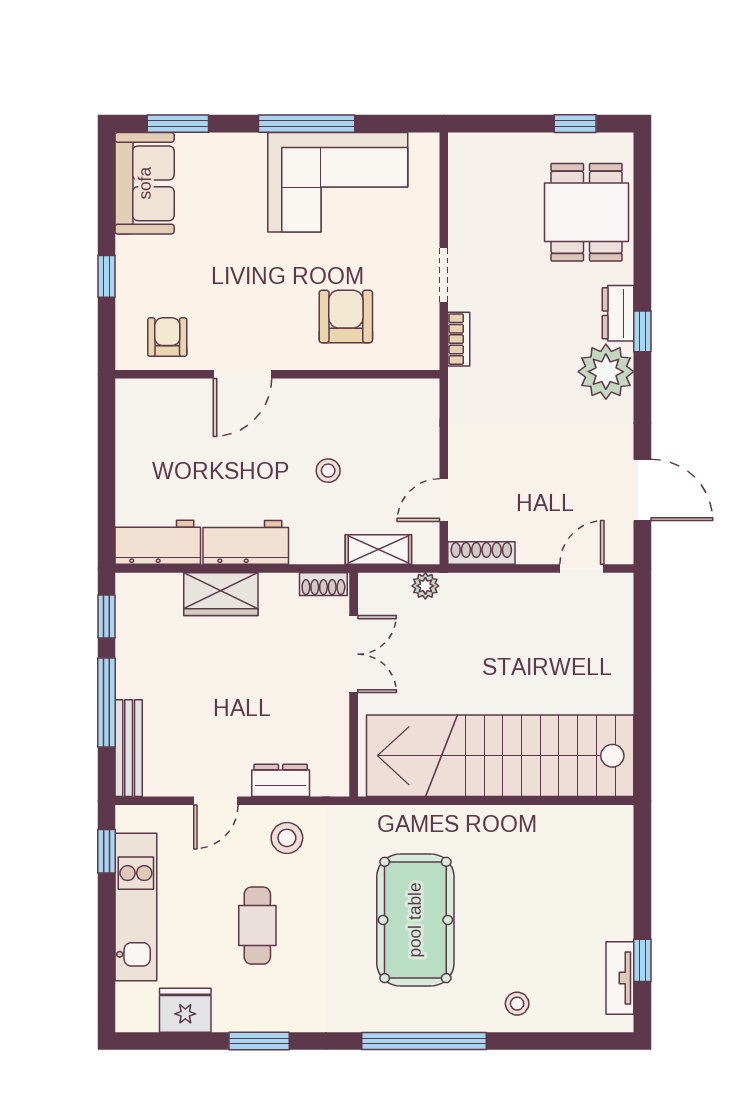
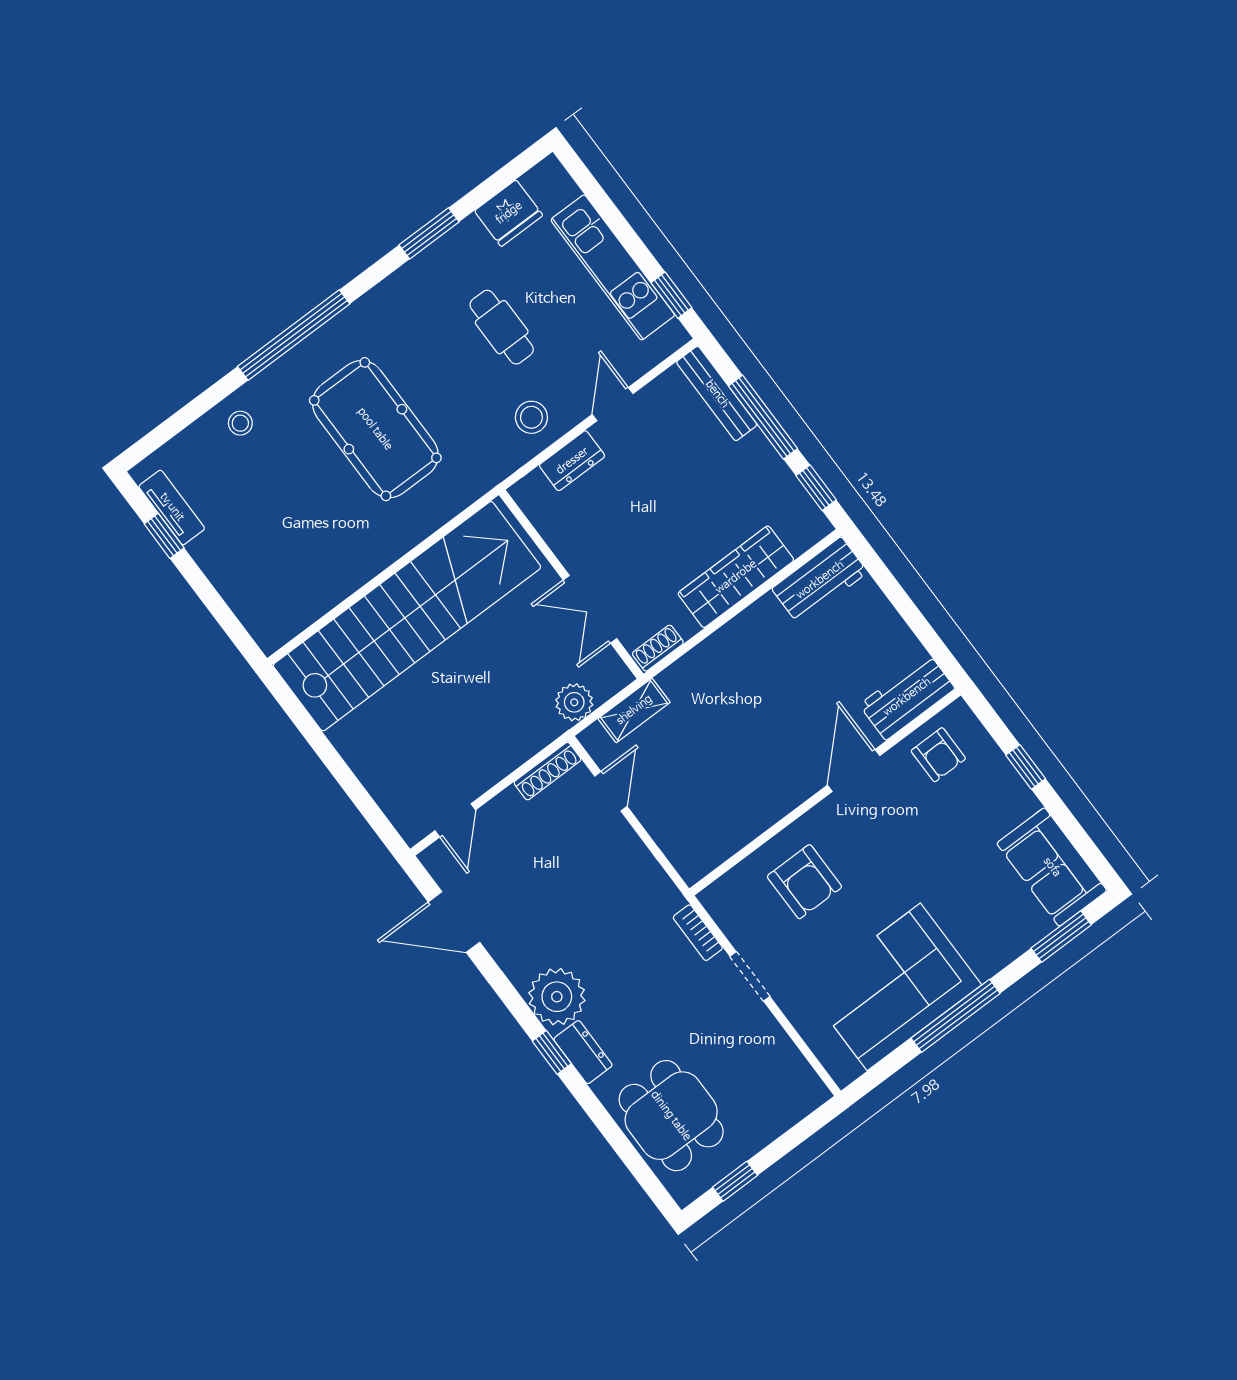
stool: (328, 471) -> (724, 744), removed
workbench: (246, 542) -> (907, 697), moved, turned 180
plant: (425, 586) -> (574, 702), width x1.38, depth x1.38
wardrobe: (221, 594) -> (736, 577), width x1.50

